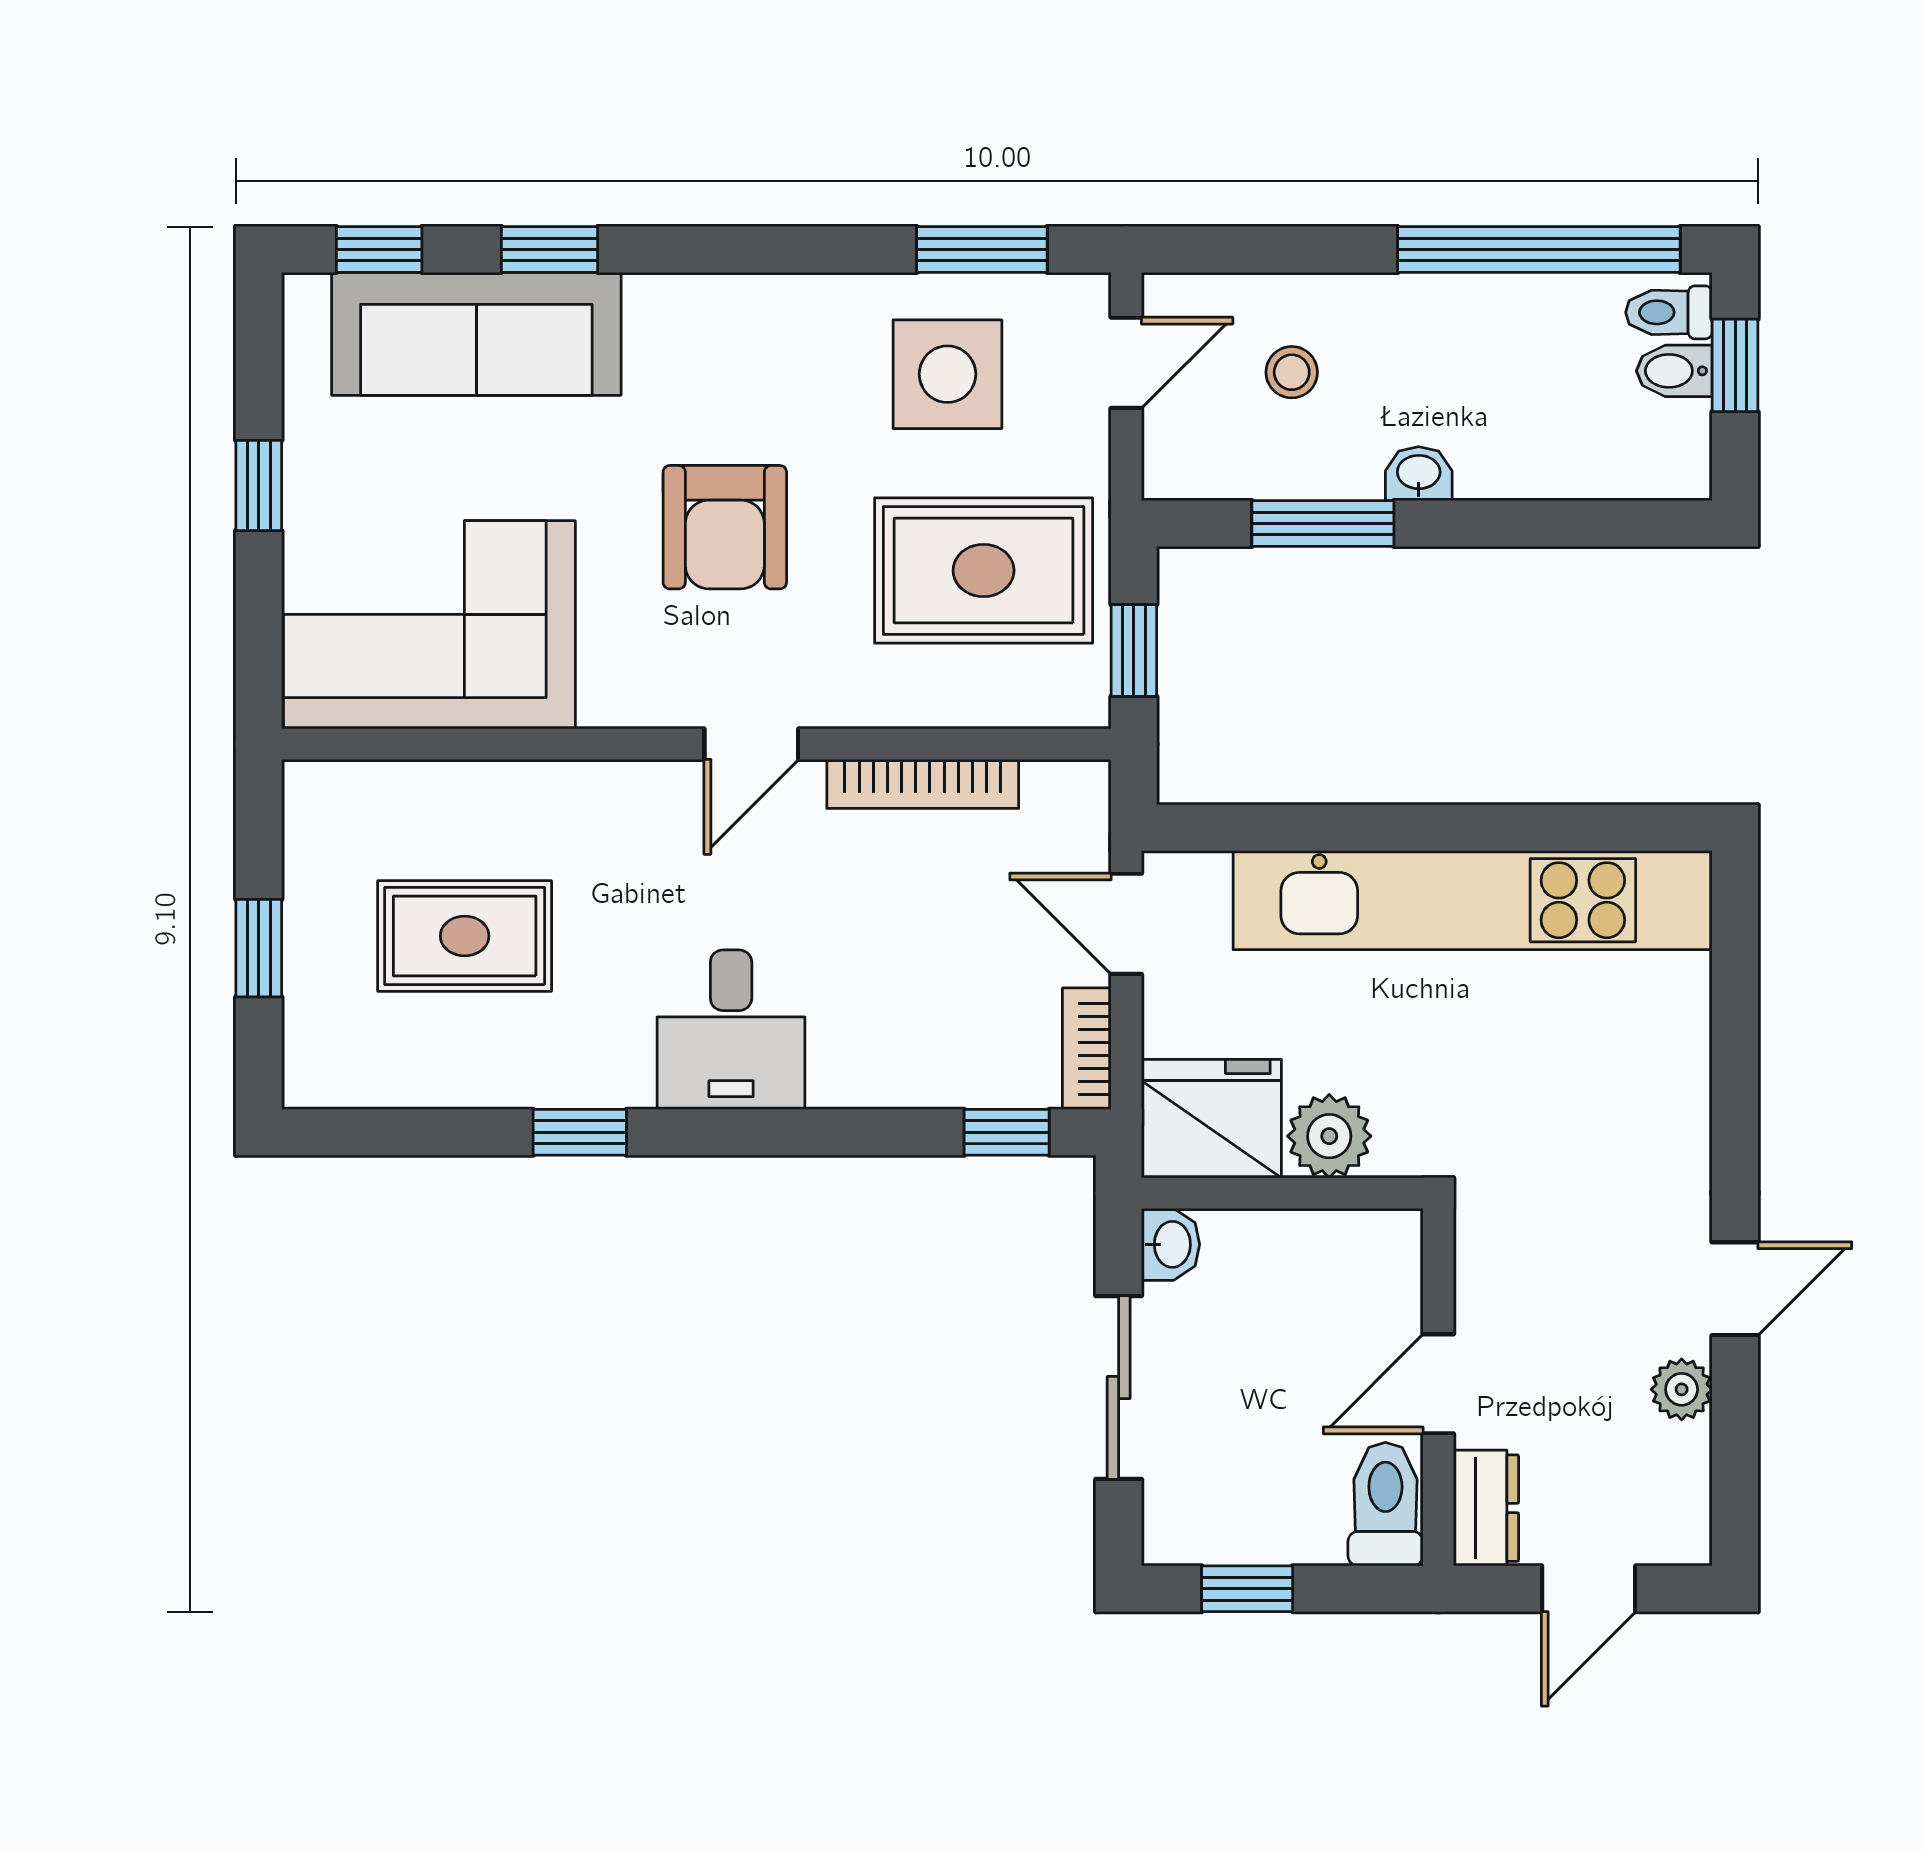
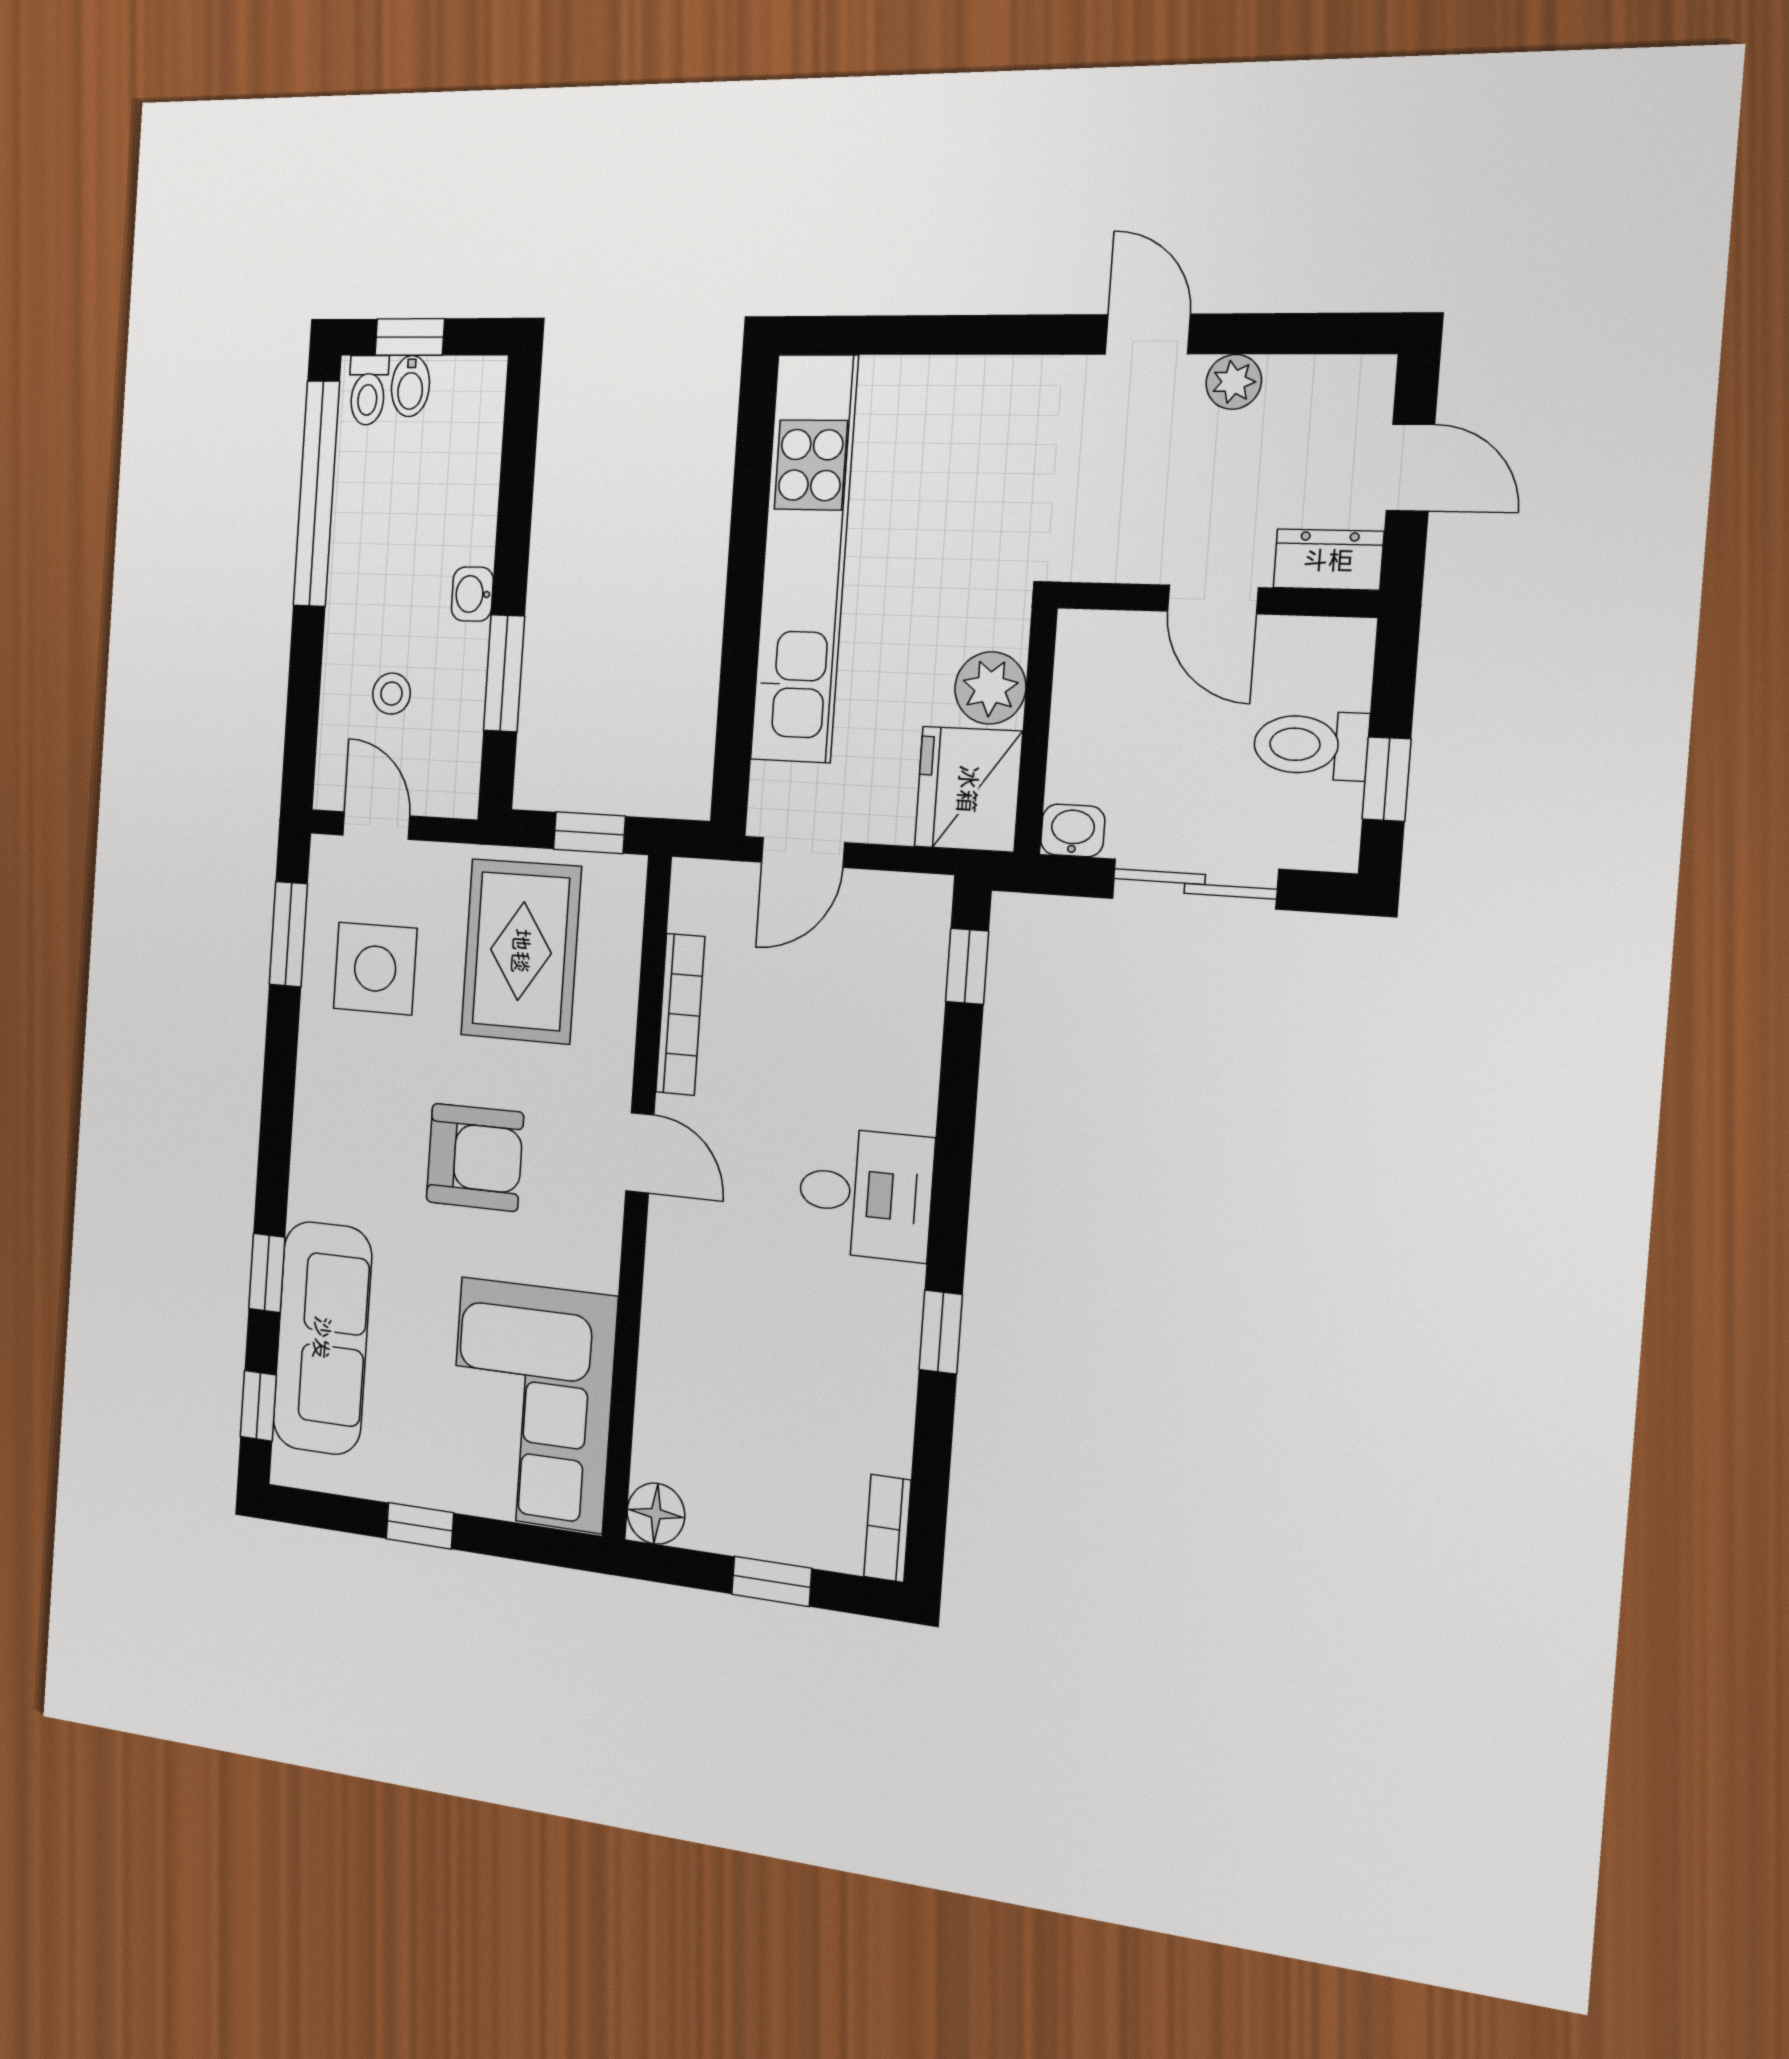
floor lamp: (319, 796) -> (656, 1514), added
rug: (465, 936) -> (774, 1408), removed
bookcase: (1087, 1049) -> (887, 1528), moved, turned 90
toilet: (1385, 1504) -> (1311, 745), moved

